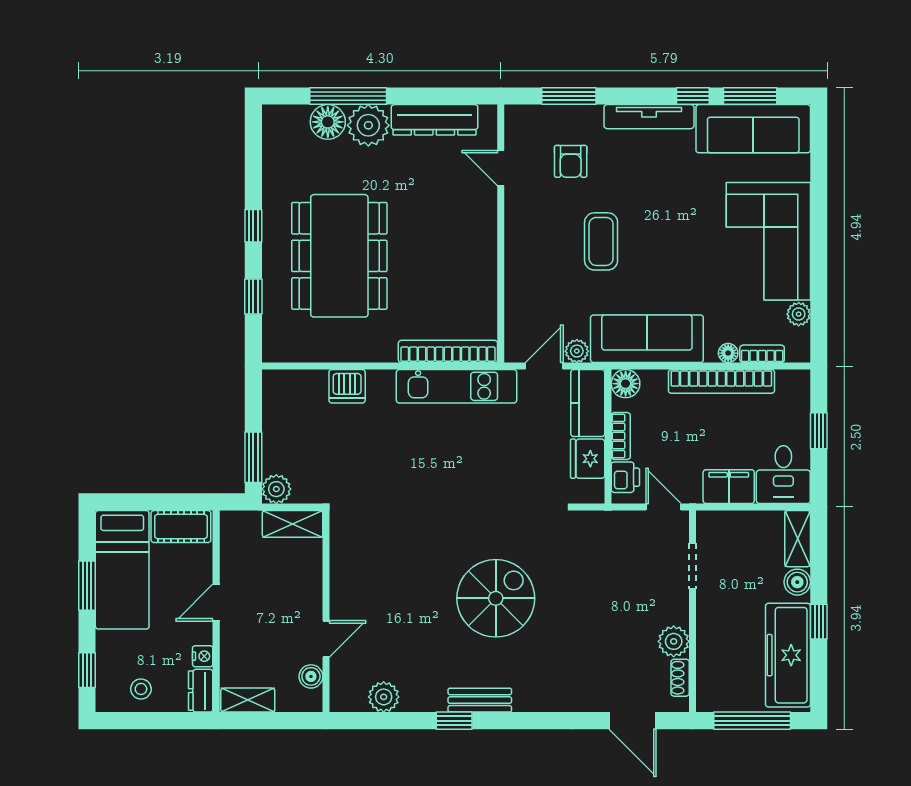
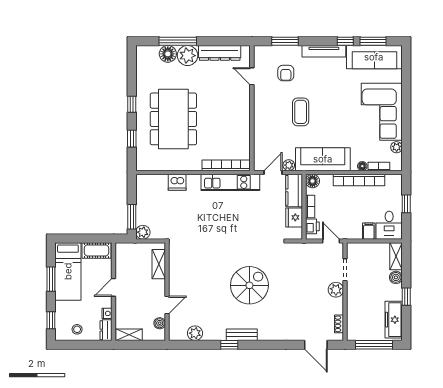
filing cabinet: (729, 487) -> (369, 231), width x0.50
shelving: (293, 524) -> (159, 264), moved, turned 90
plant: (674, 641) -> (336, 290), moved
freezer: (788, 655) -> (394, 320), width x0.73, depth x0.79

